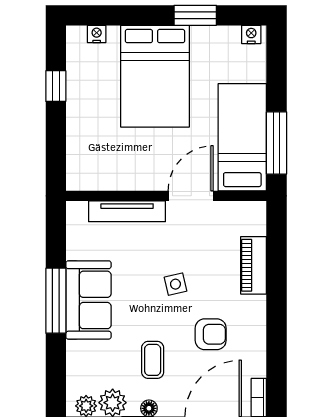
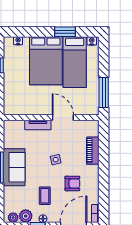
bed: (242, 137) -> (75, 62), moved, turned 180
door: (191, 196) -> (63, 118), hinge flipped
tv unit: (127, 211) -> (38, 125), width x0.71

